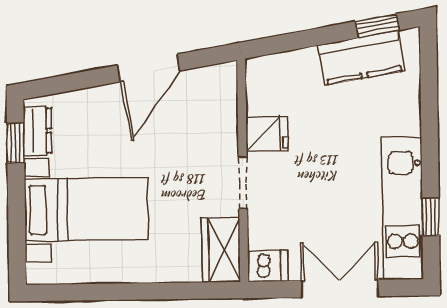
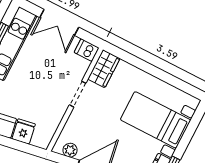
plant: (205, 80) -> (70, 150), added
fridge: (267, 134) -> (24, 131), moved, turned 80

